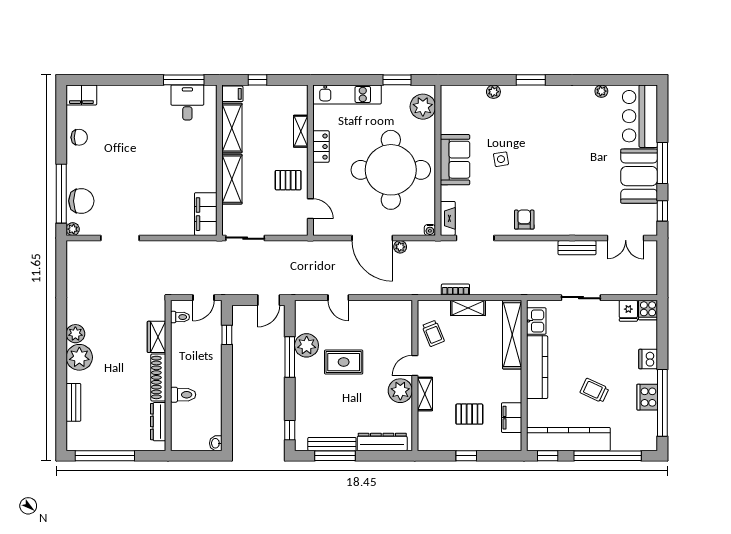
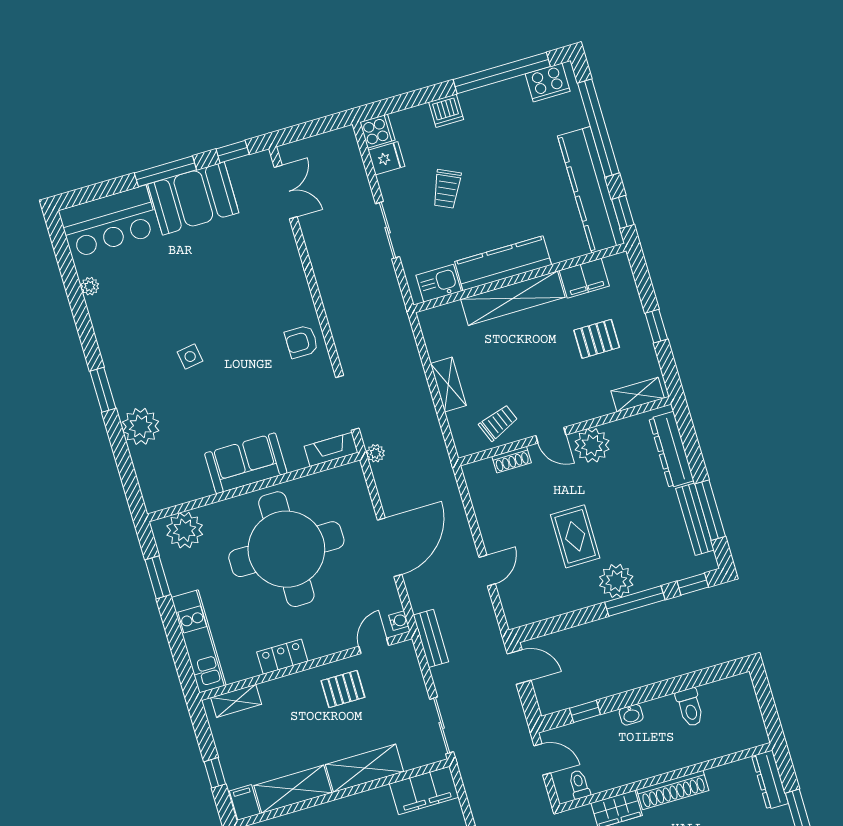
plant: (493, 92) -> (141, 426), width x1.87, depth x1.87
shelving: (301, 131) -> (236, 701), moved
side table: (501, 159) -> (190, 357), moved
pallet: (288, 180) -> (343, 689), turned 90
water cooler: (430, 230) -> (399, 621), moved
plant: (400, 247) -> (375, 453), moved
bench: (577, 248) -> (431, 638), moved
bookcase: (455, 290) -> (428, 409), removed
shoe rack: (406, 335) -> (512, 460), added
shelving: (512, 335) -> (513, 298), moved
plant: (307, 345) -> (616, 581), moved
window: (290, 357) -> (635, 601), moved
trolley: (594, 390) -> (447, 189), moved
shelving: (425, 394) -> (638, 395), moved
toilet: (183, 395) -> (690, 707), moved, turned 180
cooker: (647, 397) -> (548, 82), moved
pallet: (469, 414) -> (597, 339), turned 90
dresser: (158, 422) -> (770, 780), moved, turned 90
washbasin: (216, 443) -> (631, 715), moved

